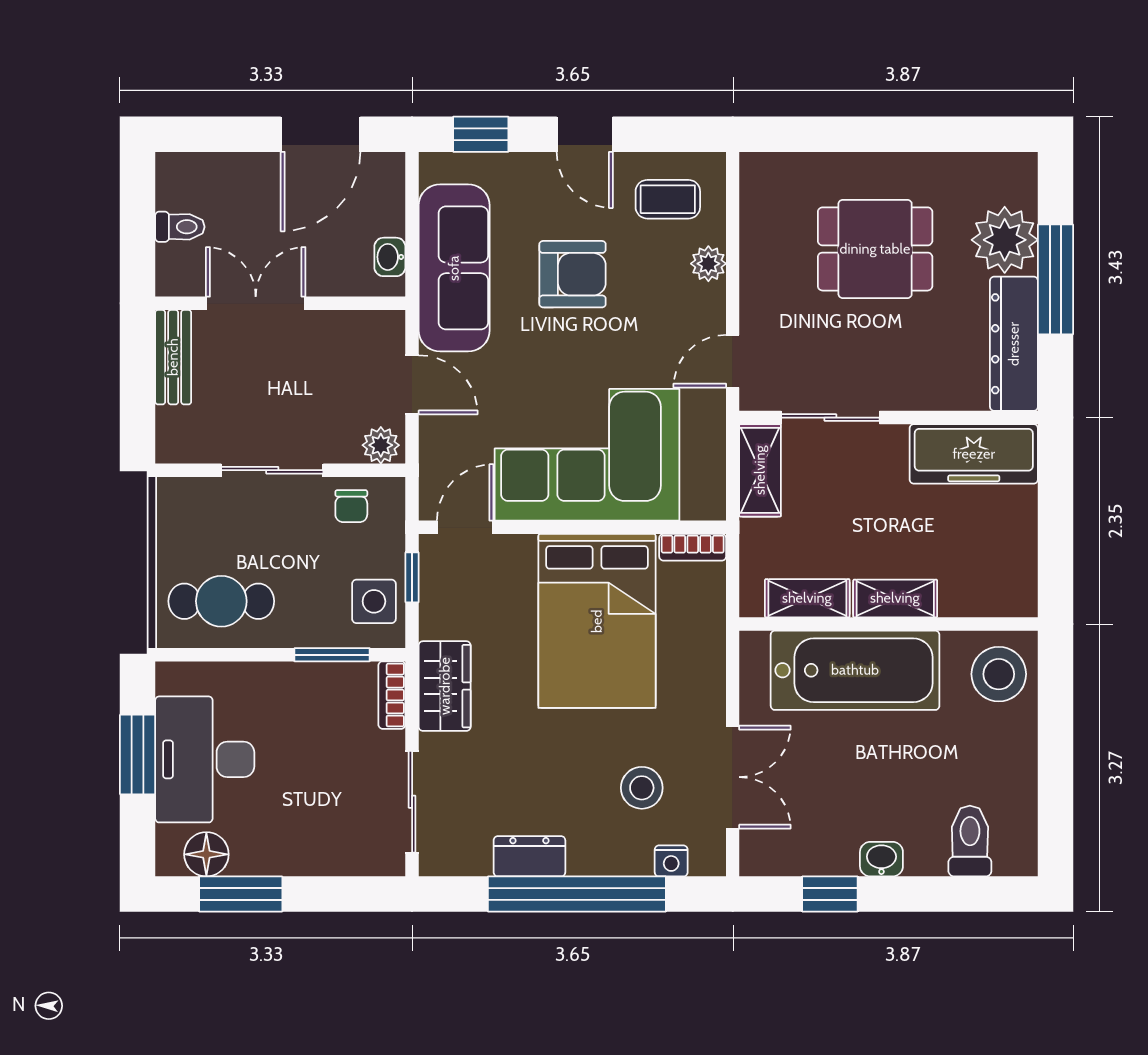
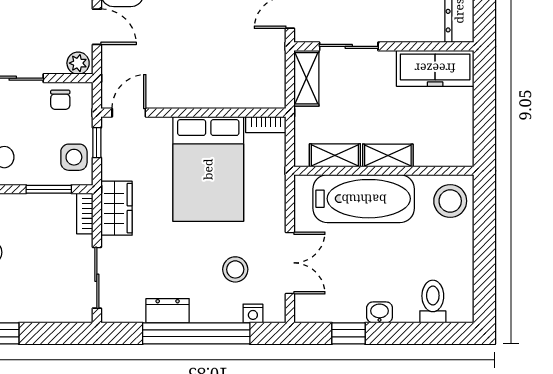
corner sofa: (587, 455) -> (202, 69), removed

